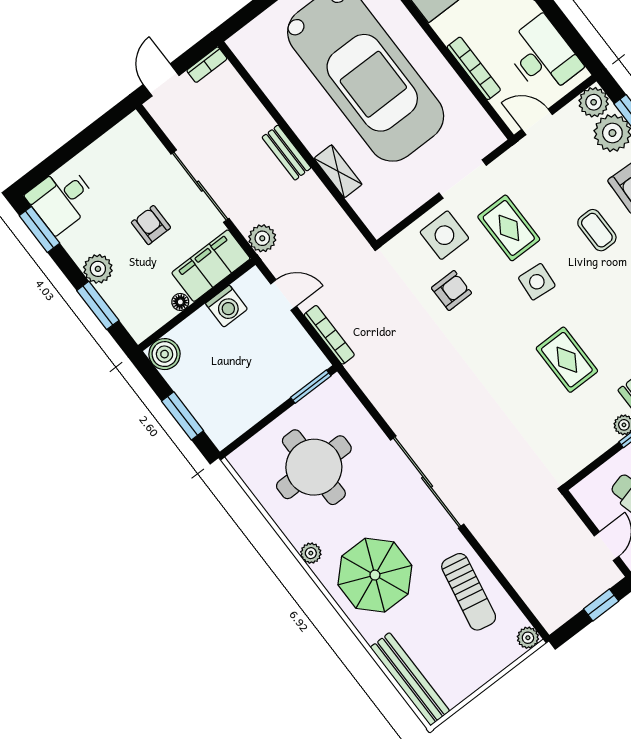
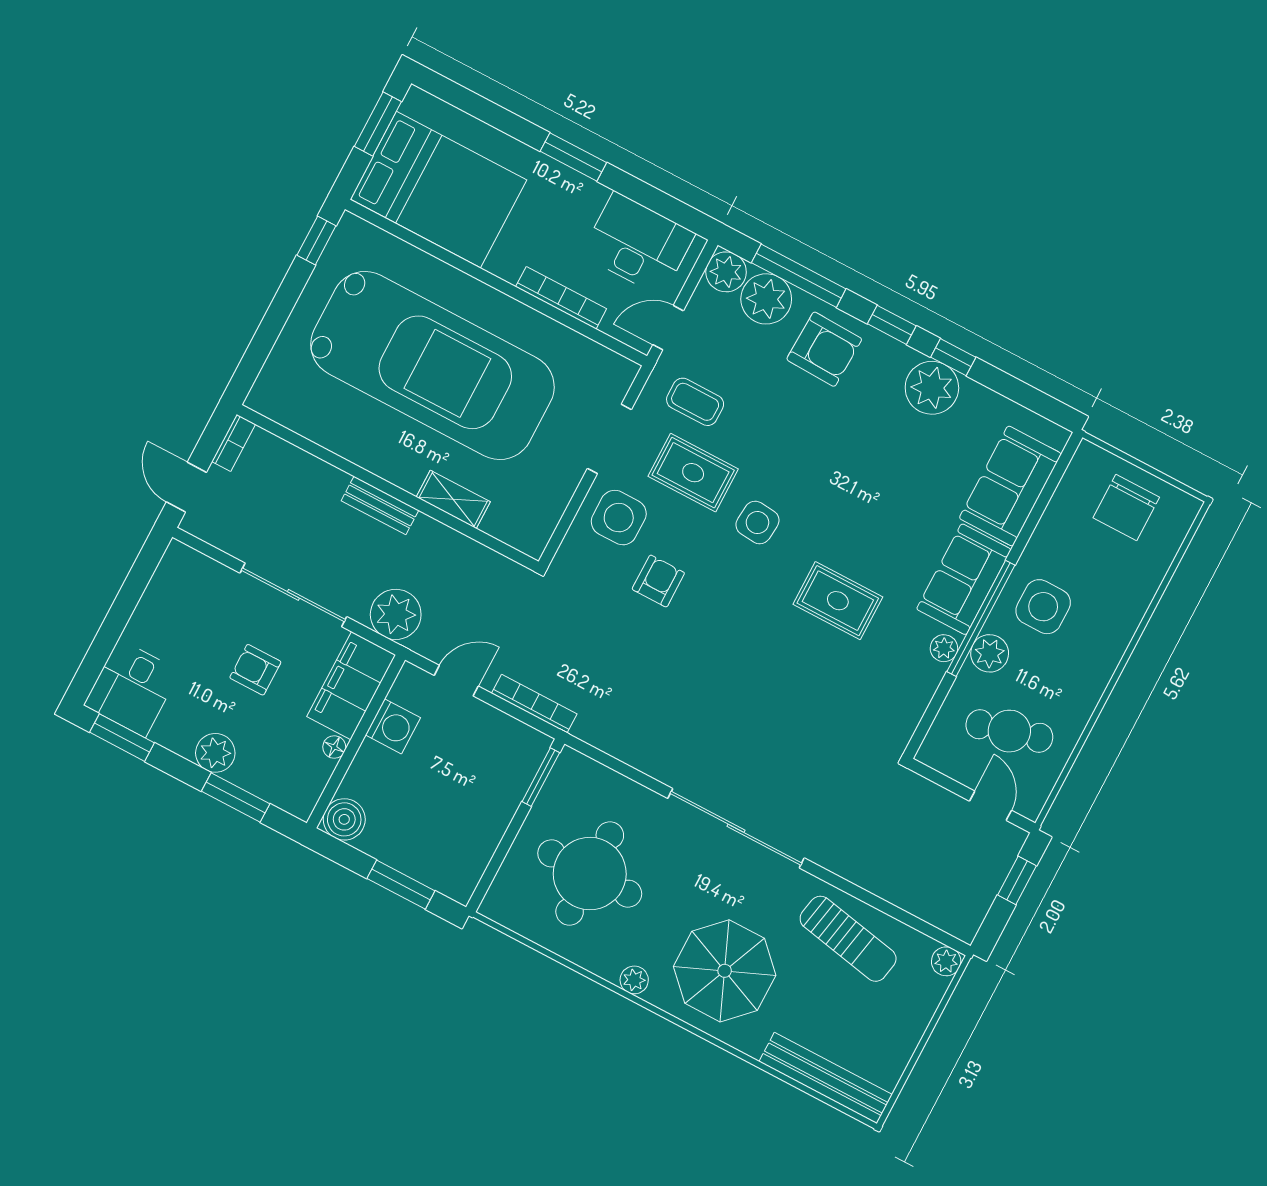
coffee table: (597, 230) -> (695, 402), moved
plant: (262, 238) -> (396, 614), width x1.36, depth x1.36

